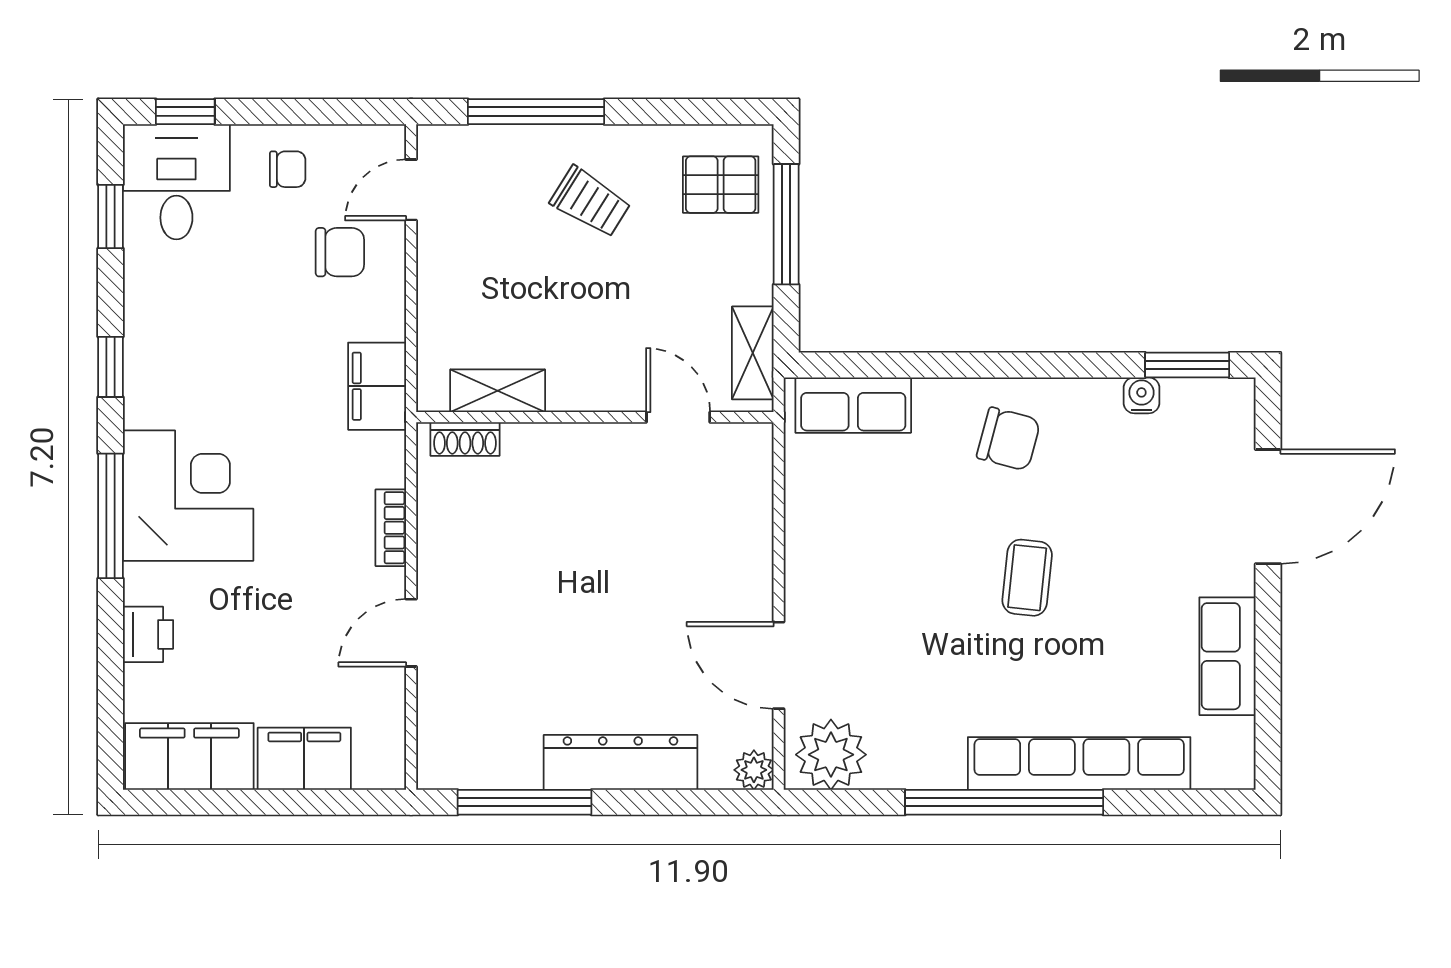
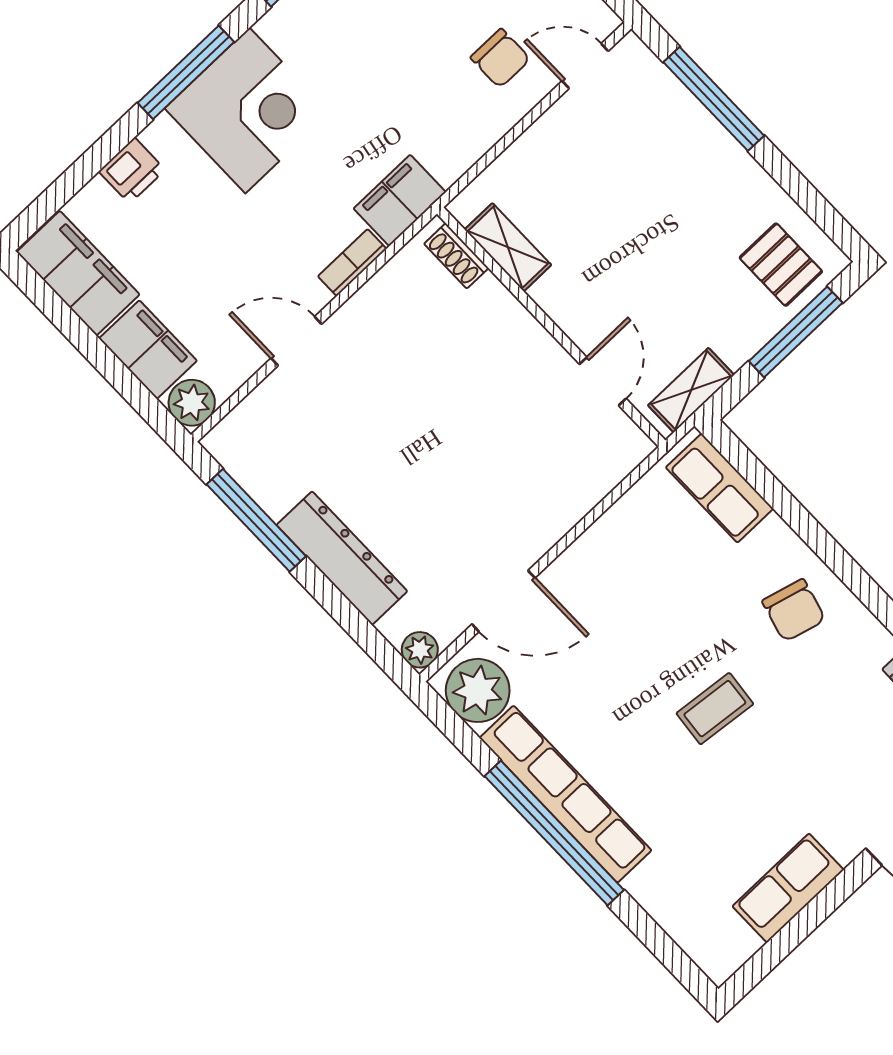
trolley: (590, 202) -> (689, 191), removed
filing cabinet: (377, 386) -> (400, 200), moved
door: (779, 665) -> (503, 601), swing flipped
row of seats: (1079, 763) -> (565, 794), moved
plant: (381, 764) -> (192, 403), added

